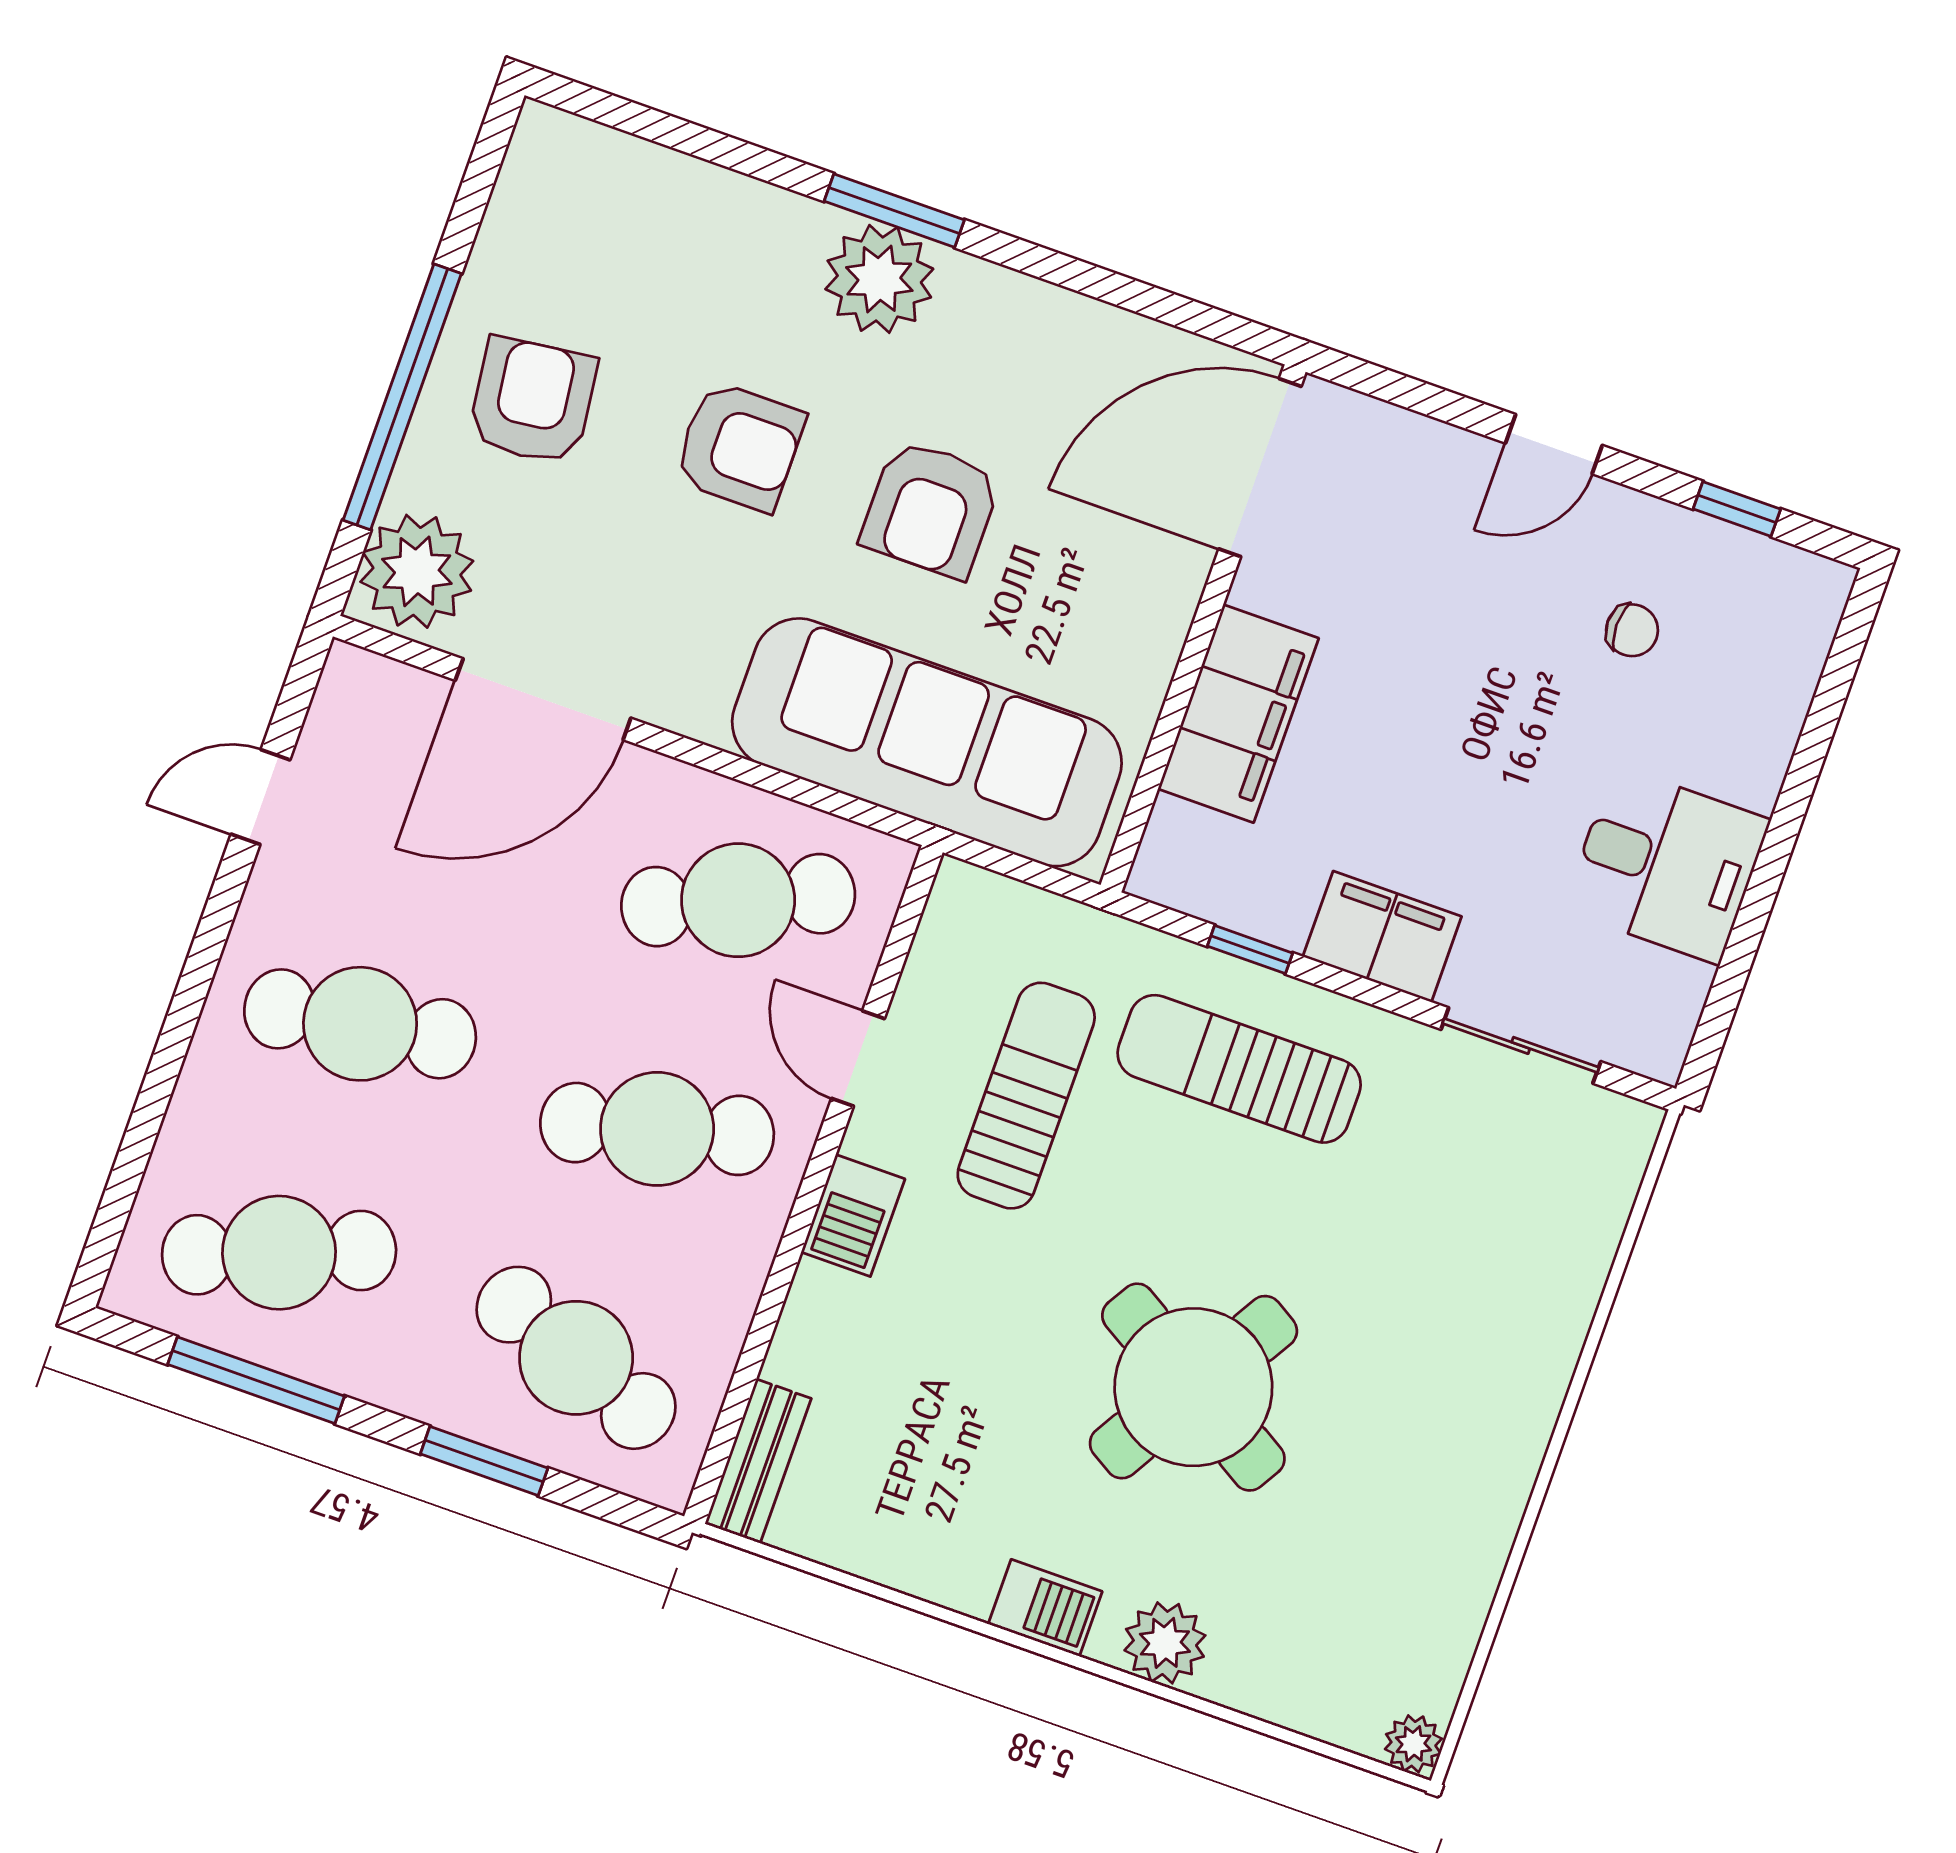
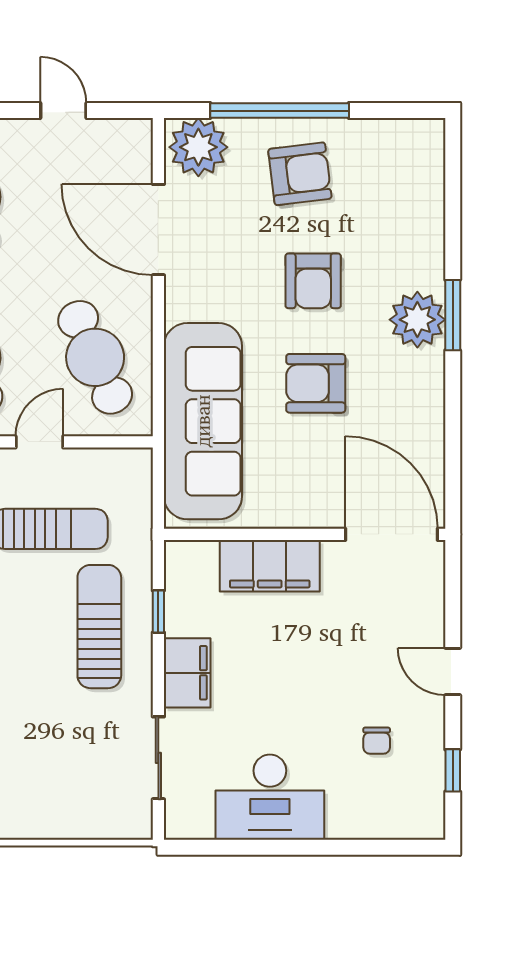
desk: (1667, 865) -> (270, 797), width x1.37

